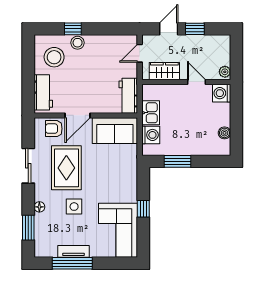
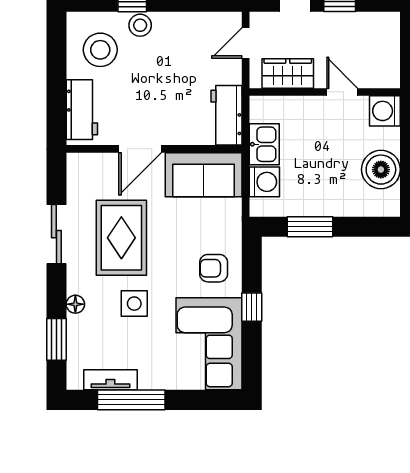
plant: (225, 72) -> (390, 75), removed
armchair: (54, 129) -> (214, 268), moved
boiler: (224, 133) -> (381, 170), width x1.86, depth x1.86
tv unit: (73, 251) -> (110, 380), moved

